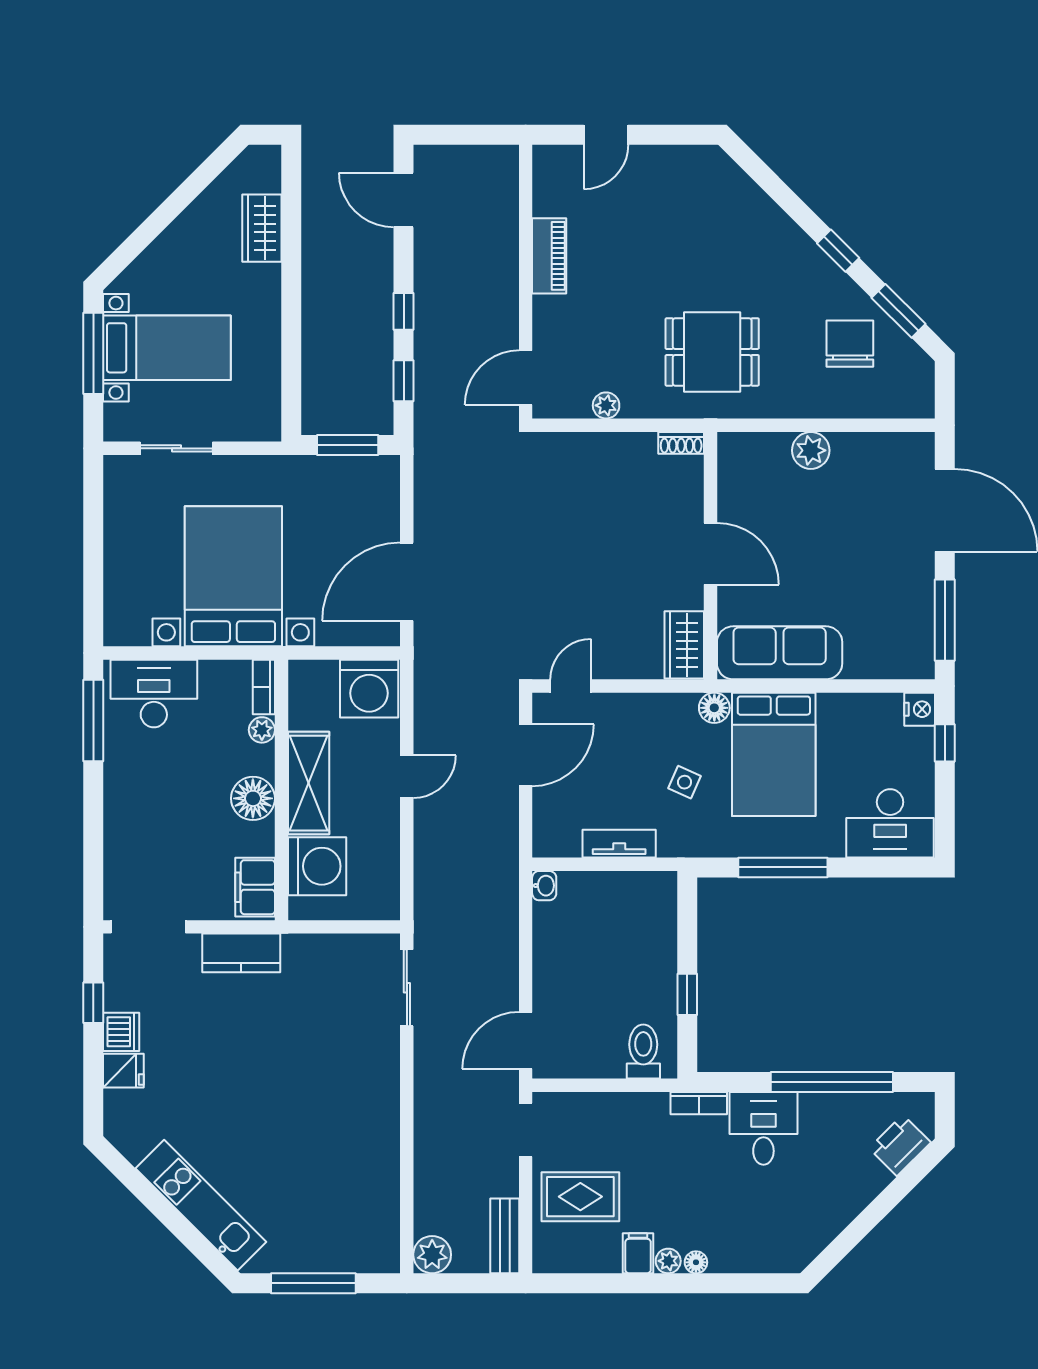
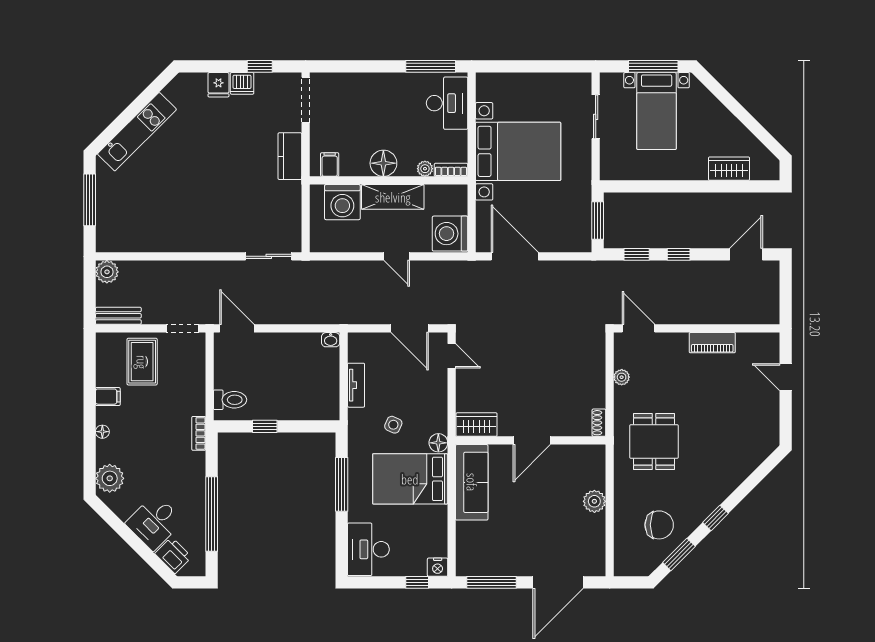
filing cabinet: (255, 887) -> (330, 165), width x0.50
desk: (763, 1128) -> (154, 522), moved, turned 135
plant: (668, 1261) -> (110, 478), moved, width x1.88, depth x1.88

